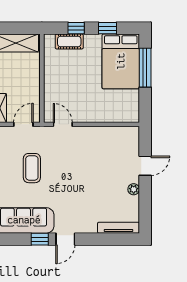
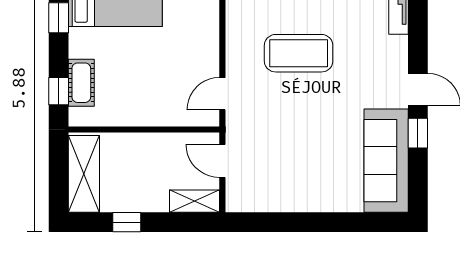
window: (76, 28) -> (59, 91), moved
coffee table: (32, 168) -> (299, 53), moved, width x1.36, depth x1.32

